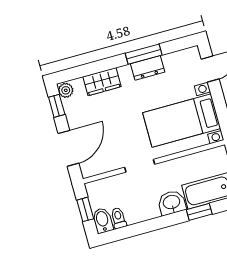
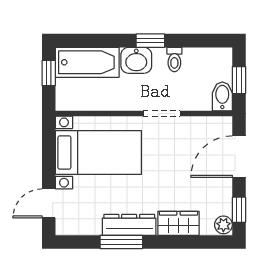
dresser: (148, 68) -> (129, 225), width x1.44
window: (199, 212) -> (150, 41), moved
toilet: (118, 218) -> (174, 59), moved
bidet: (103, 220) -> (222, 96), moved, turned 180

